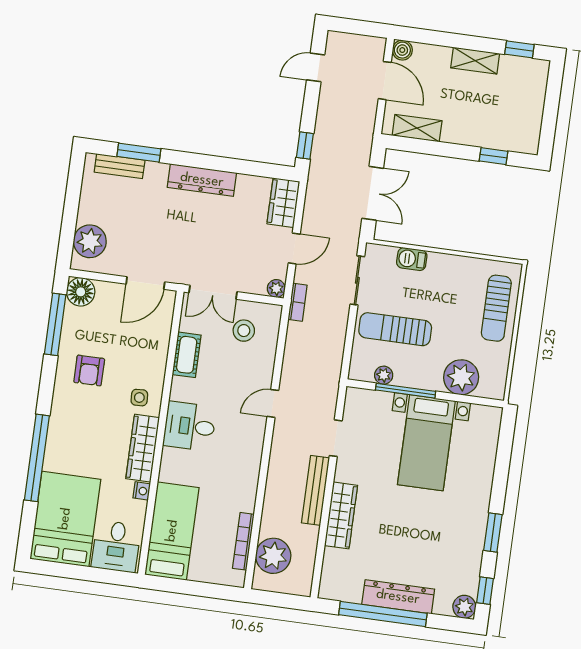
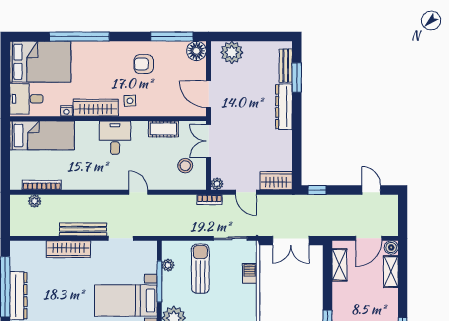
shelving: (475, 61) -> (391, 272), moved
dresser: (202, 180) -> (284, 107), moved
plant: (273, 556) -> (35, 201), width x0.53, depth x0.53

